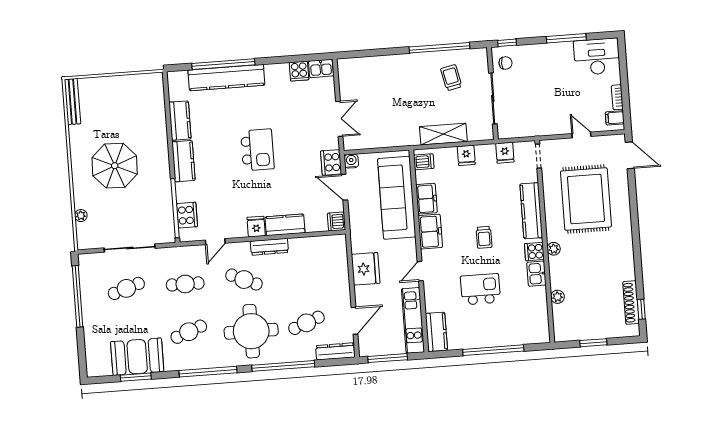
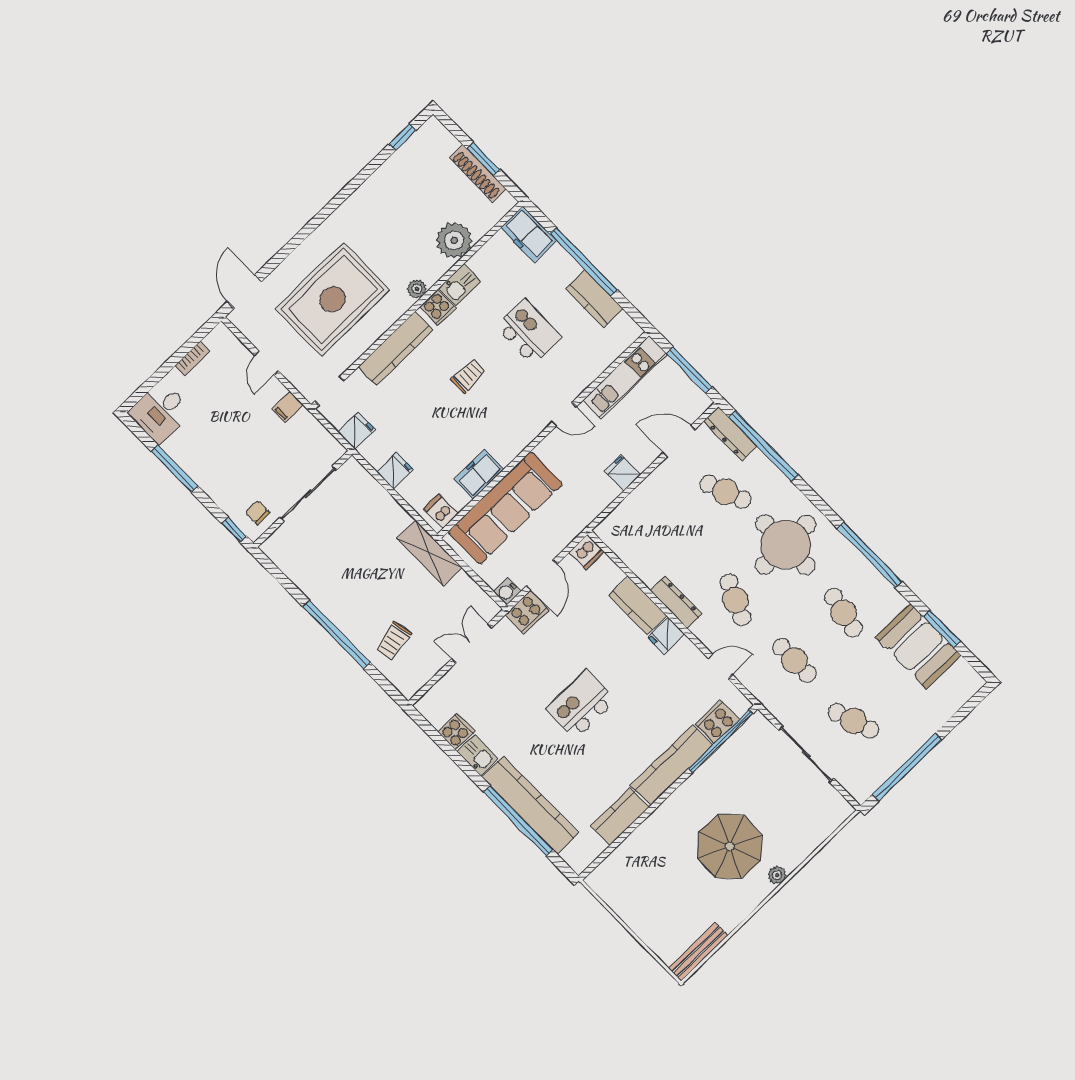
window: (439, 48) -> (336, 635), moved
desk: (597, 57) -> (161, 412), width x0.73
kitchen sink: (321, 68) -> (477, 755), moved
trolley: (451, 78) -> (394, 641), moved
filing cabinet: (615, 118) -> (288, 407), moved, turned 90
shelving: (443, 134) -> (429, 553), moved
kitchen counter: (184, 161) -> (672, 765), width x1.50
plant: (81, 216) -> (777, 875), moved
freezer: (430, 232) -> (528, 234), moved, turned -90
fridge: (366, 269) -> (623, 473), width x0.53, depth x0.75
kitchen island: (480, 289) -> (529, 332), turned 180
plant: (558, 297) -> (454, 240), width x1.88, depth x1.88
shoe rack: (631, 303) -> (478, 174), moved, turned 90
cafe table: (189, 332) -> (843, 613), turned 33
kitchen counter: (436, 332) -> (594, 299), moved, turned -90
window: (283, 366) -> (763, 446), moved

